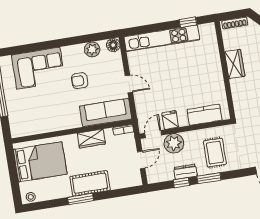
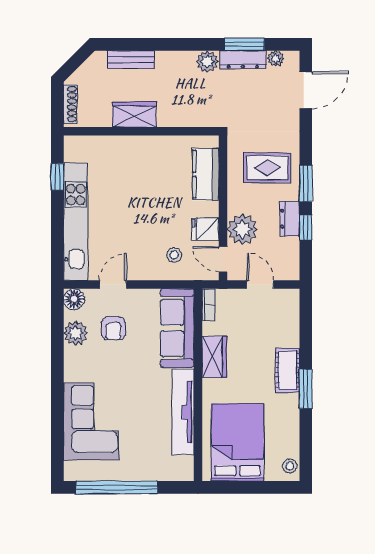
armchair: (80, 81) -> (113, 328), moved
door: (129, 84) -> (113, 284), moved
stool: (151, 103) -> (174, 255), added
tv unit: (54, 125) -> (183, 412), added
cot: (90, 183) -> (288, 370), width x0.73, depth x0.75

